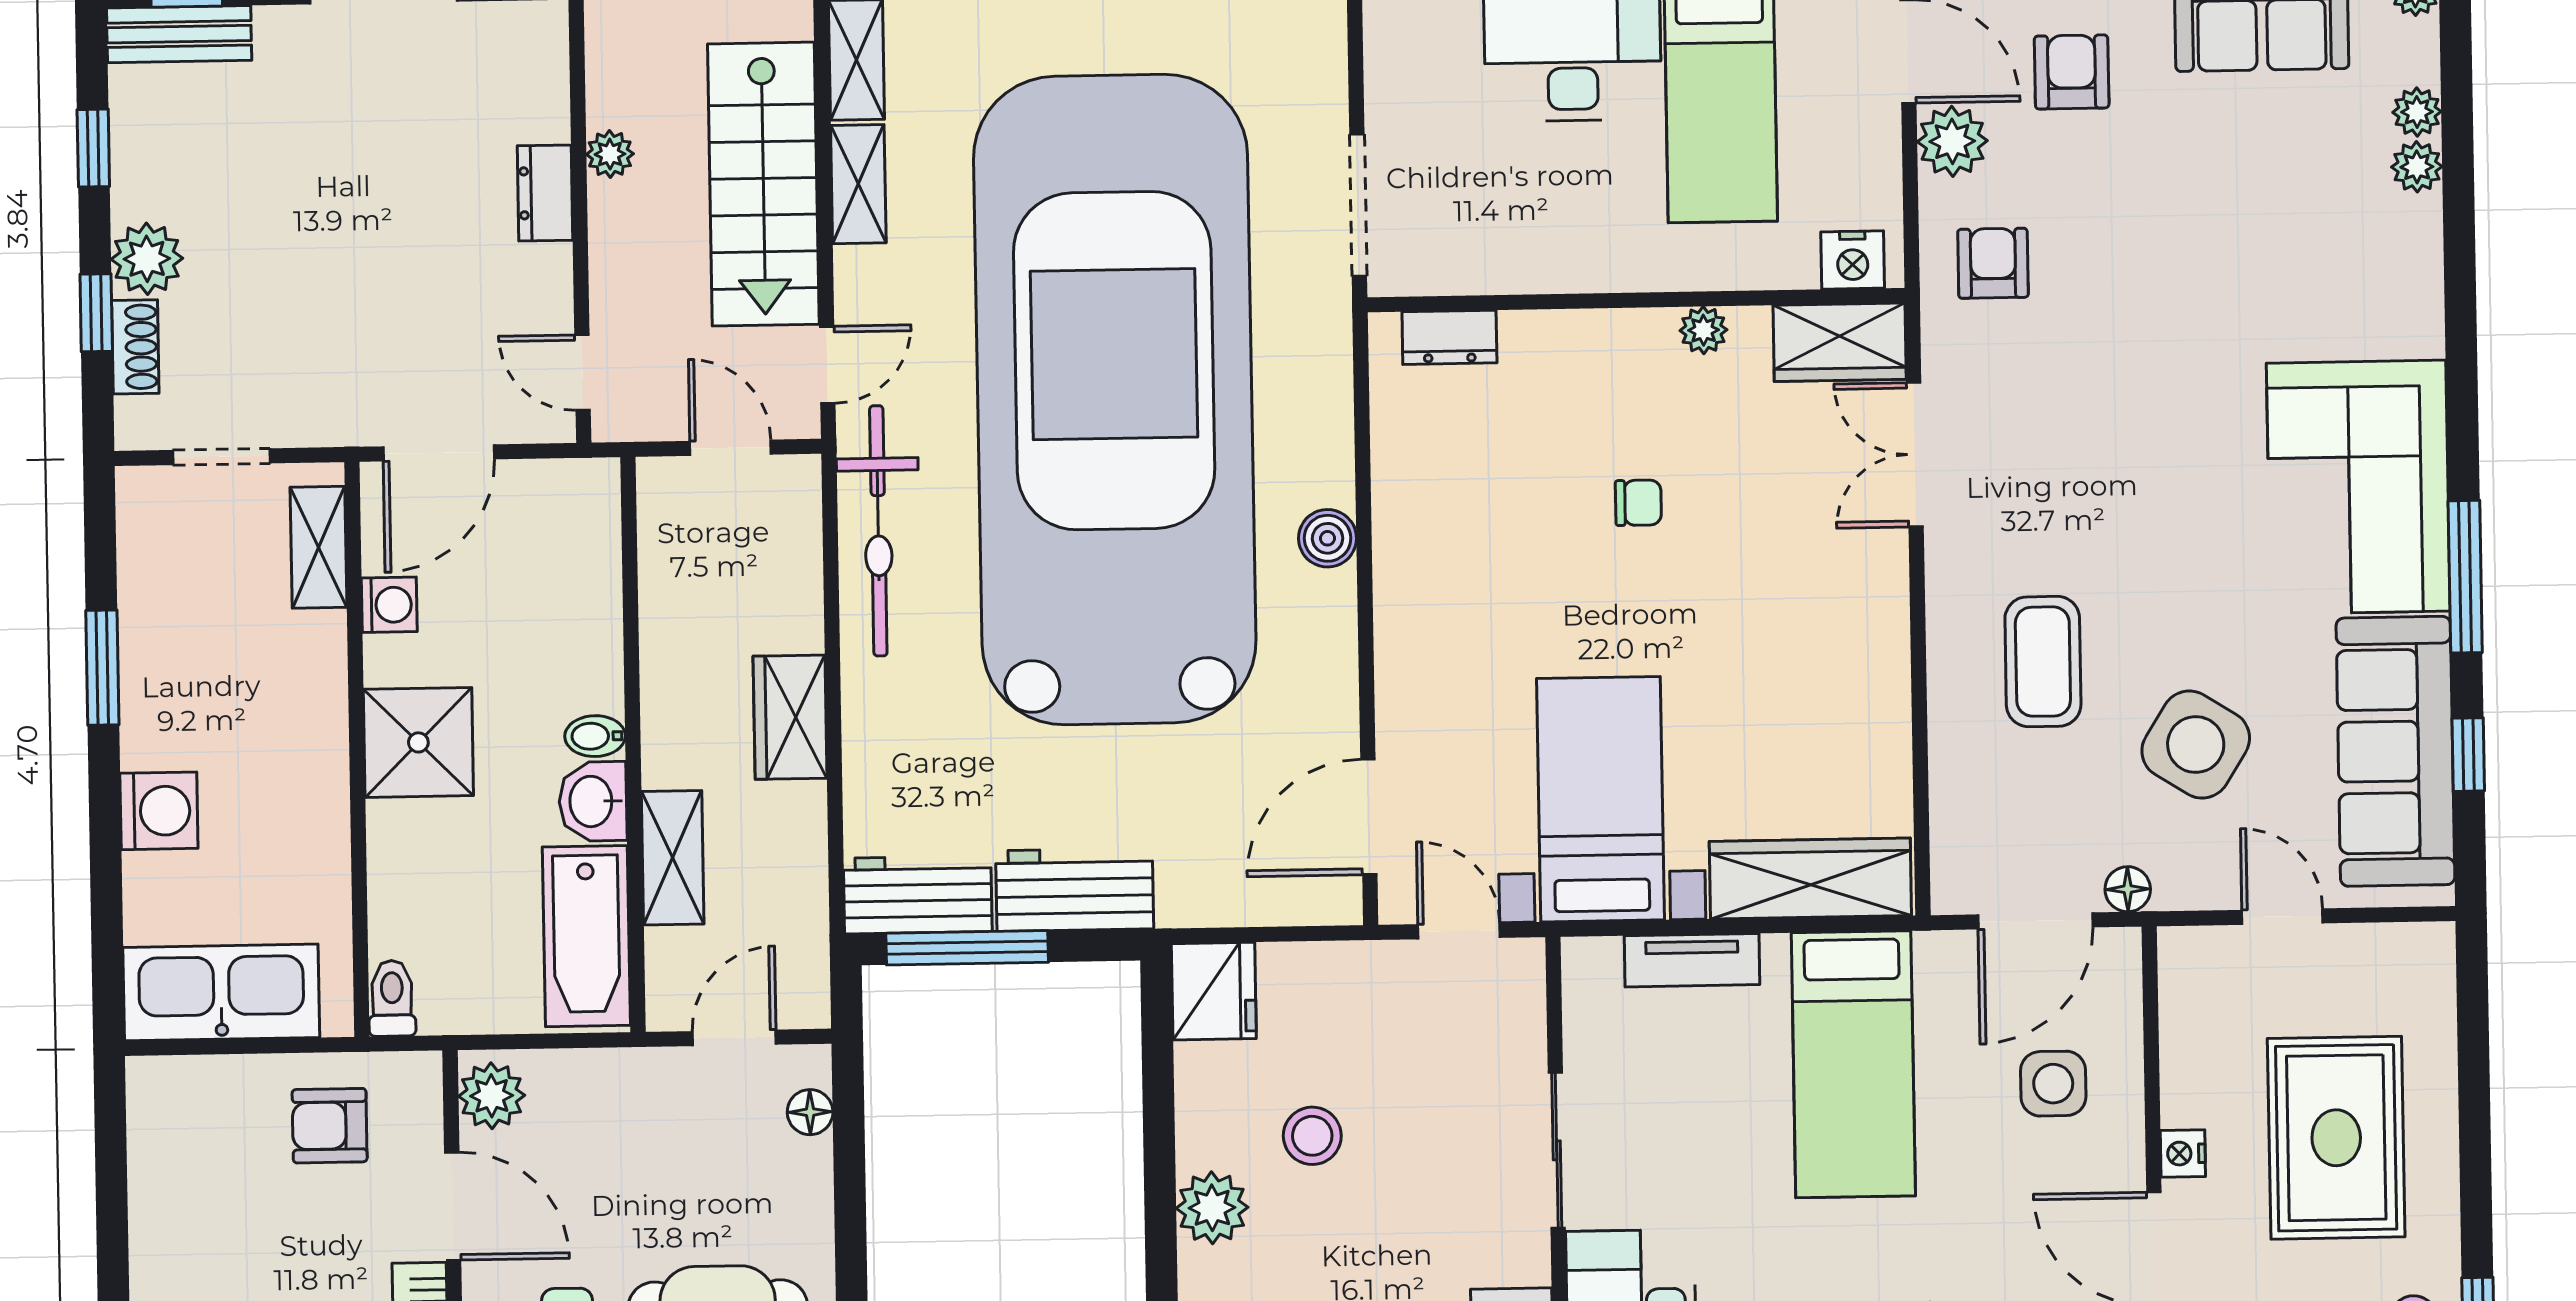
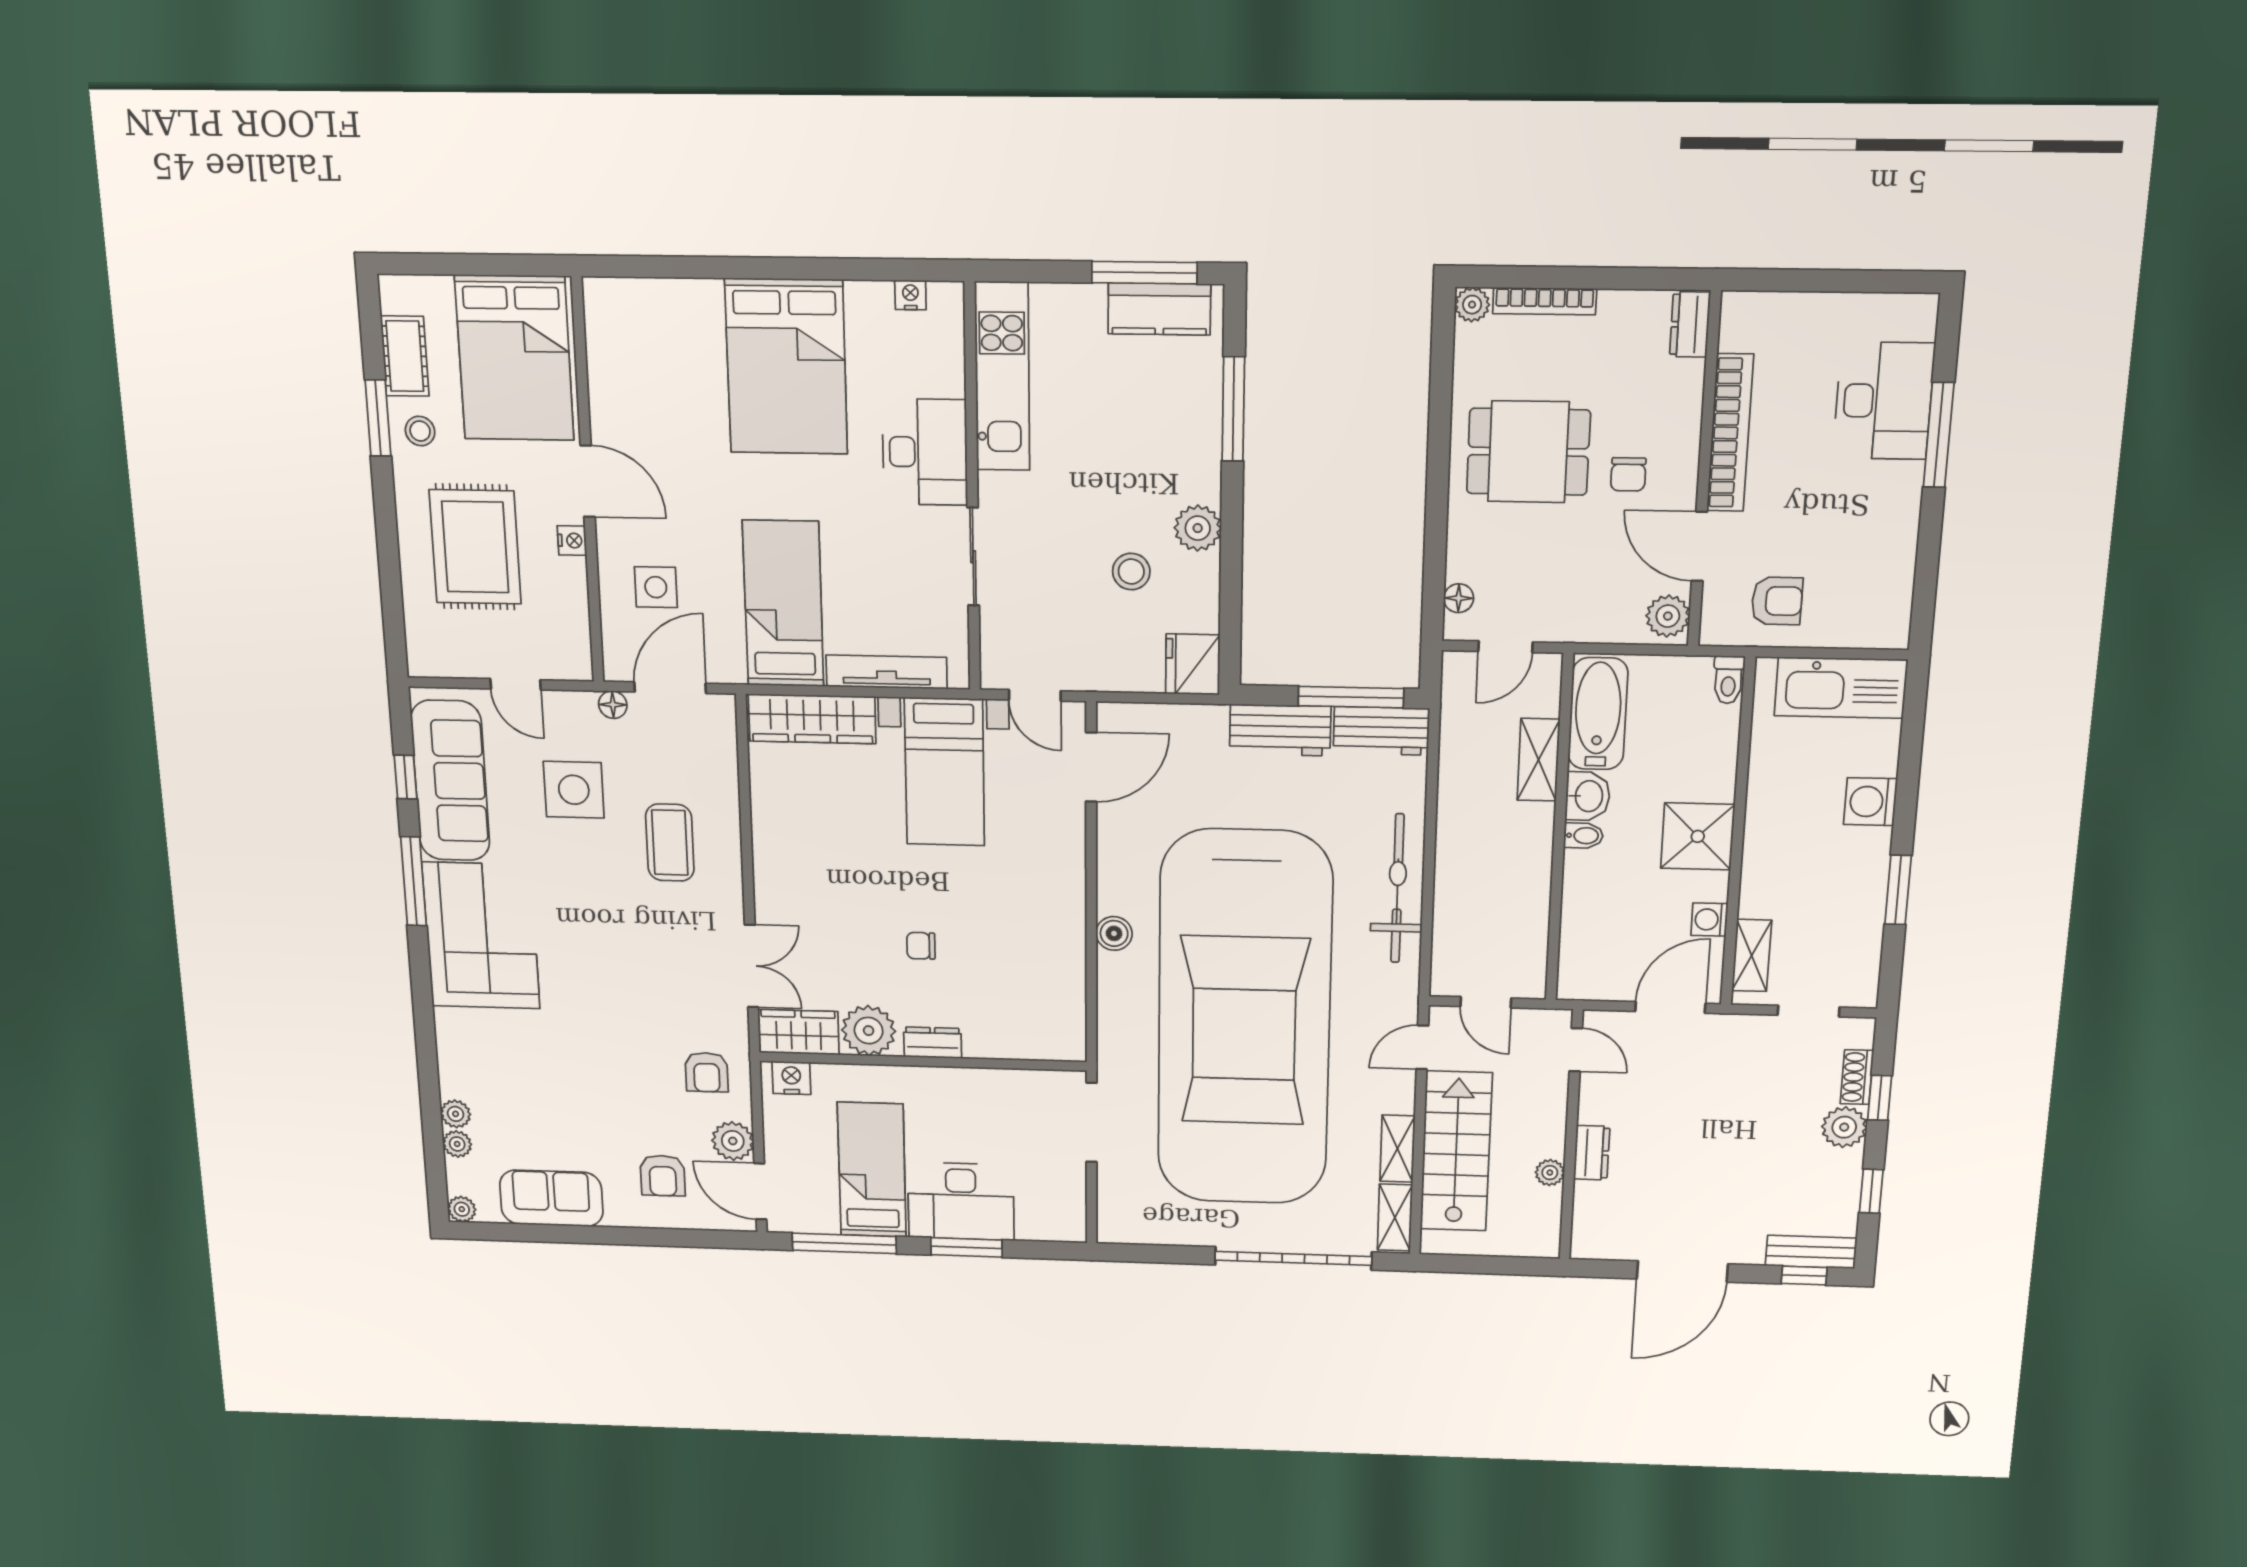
plant: (1703, 330) -> (869, 1031), width x1.88, depth x1.88
dresser: (1449, 337) -> (933, 1043), moved
bicycle: (878, 531) -> (1397, 888), moved
wardrobe: (790, 717) -> (1458, 842), removed
side table: (2196, 745) -> (574, 790), turned -32
tv unit: (1692, 960) -> (887, 672), width x1.41

